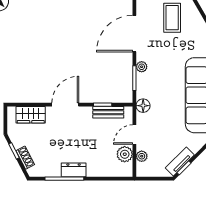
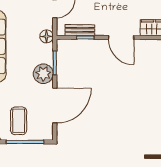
plant: (142, 67) -> (43, 74), width x1.87, depth x1.87
door: (65, 105) -> (121, 37), hinge flipped

